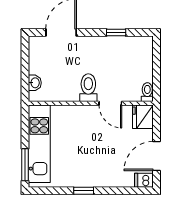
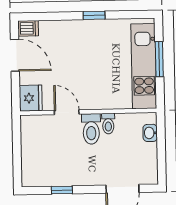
toilet: (147, 92) -> (108, 124), moved
door: (156, 156) -> (15, 55), hinge flipped
window: (25, 165) -> (159, 59), moved

